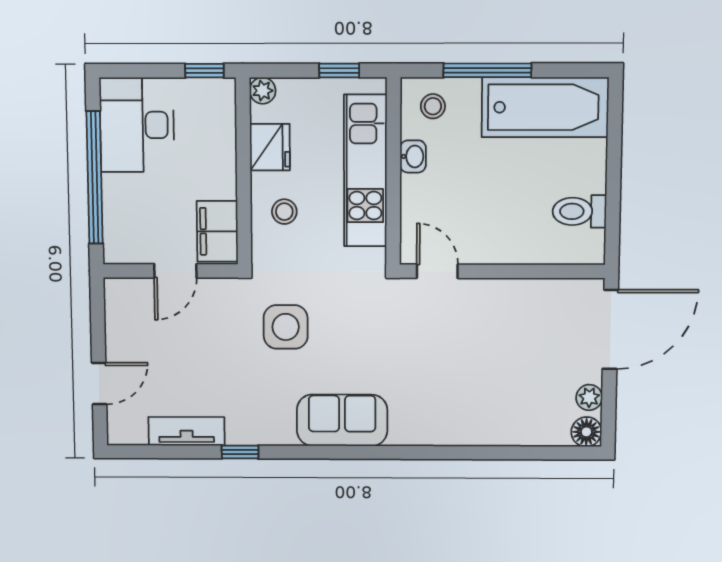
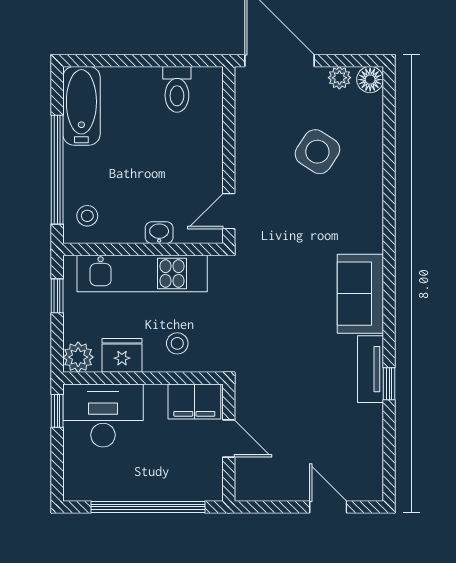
window: (487, 70) -> (57, 170), width x1.46
plant: (263, 91) -> (78, 357), width x1.38, depth x1.38
bathtub: (545, 107) -> (81, 106), width x0.73, depth x0.73
desk: (137, 125) -> (103, 416), moved, turned 180
washbasin: (413, 156) -> (159, 233), moved
side table: (286, 327) -> (317, 152), moved, turned 33
tv unit: (187, 431) -> (371, 369), moved

